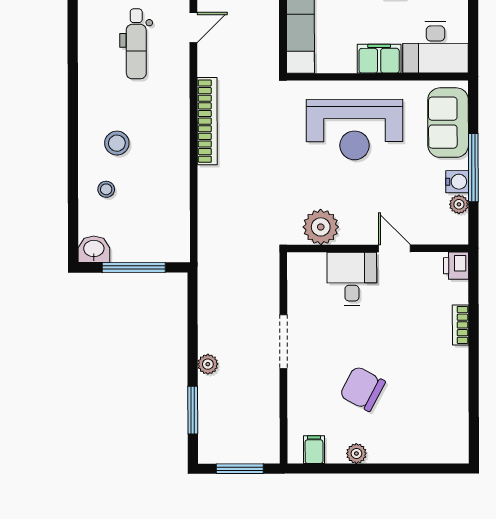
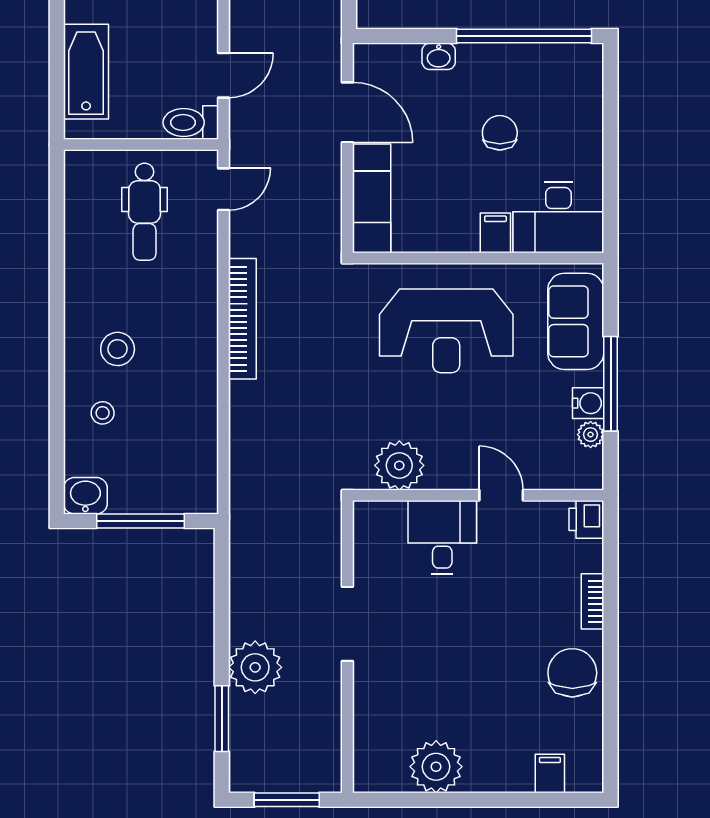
filing cabinet: (379, 59) -> (495, 233), width x0.50
plant: (208, 364) -> (255, 667), width x1.87, depth x1.87
chair: (362, 389) -> (572, 673), moved, turned 62
filing cabinet: (314, 450) -> (550, 774), moved
plant: (356, 453) -> (436, 767), width x1.88, depth x1.88

